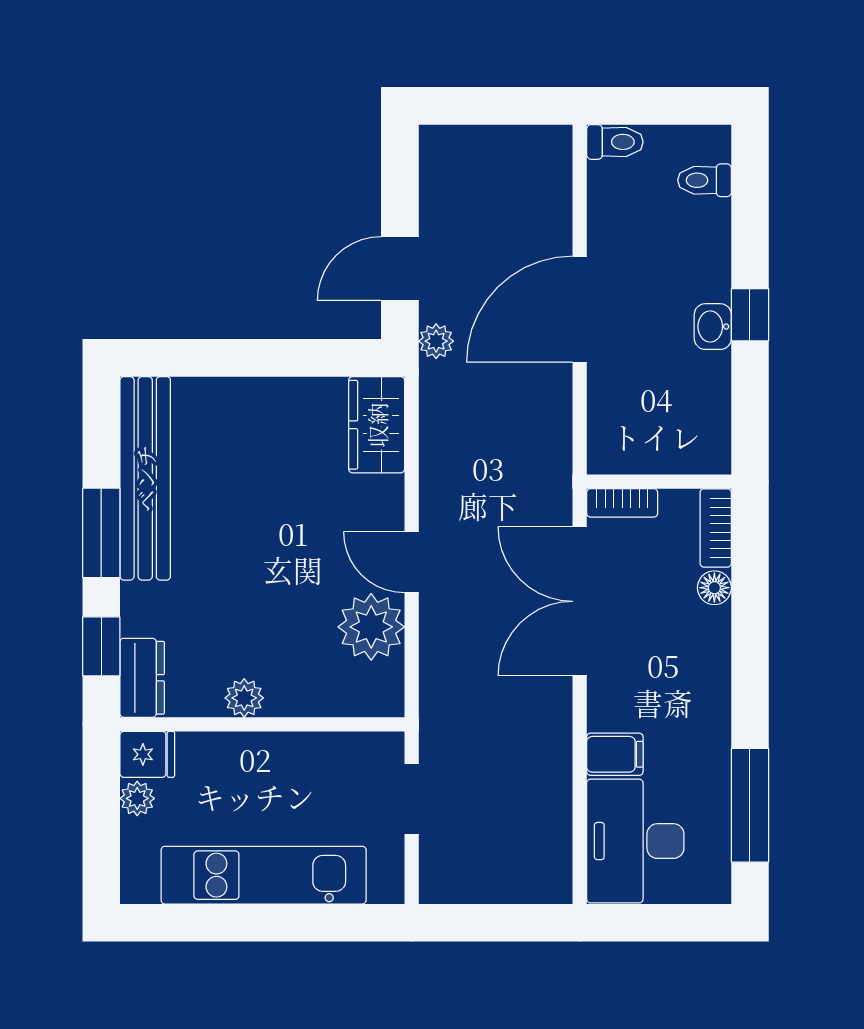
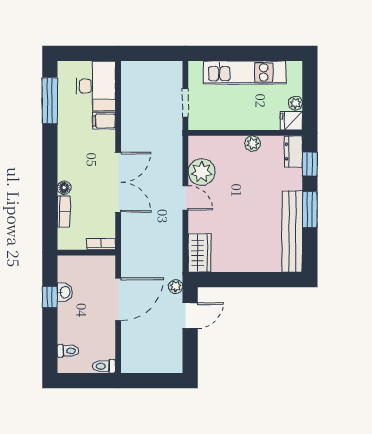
wall: (659, 482) -> (86, 253), moved
bookcase: (622, 503) -> (101, 244), moved

